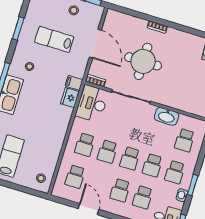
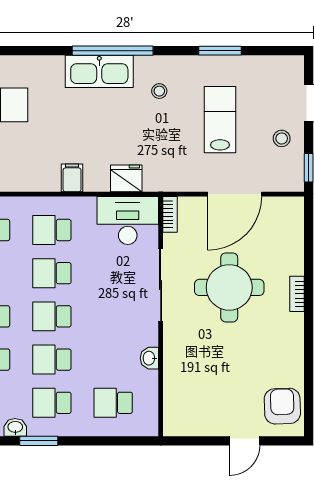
filing cabinet: (74, 83) -> (72, 178), moved
washbasin: (167, 116) -> (149, 358), width x0.52, depth x0.69

